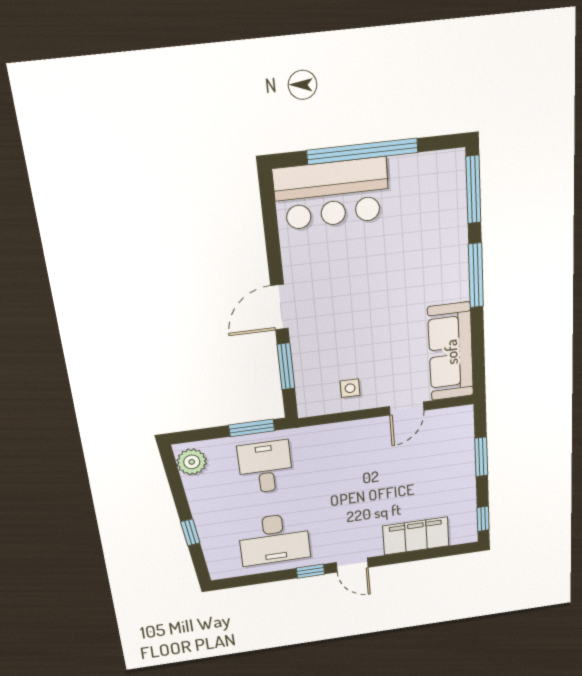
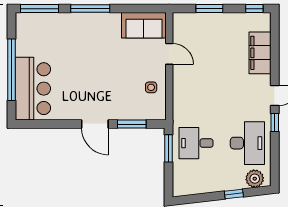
sofa: (451, 352) -> (144, 25), width x0.73
plant: (192, 462) -> (255, 179), moved

